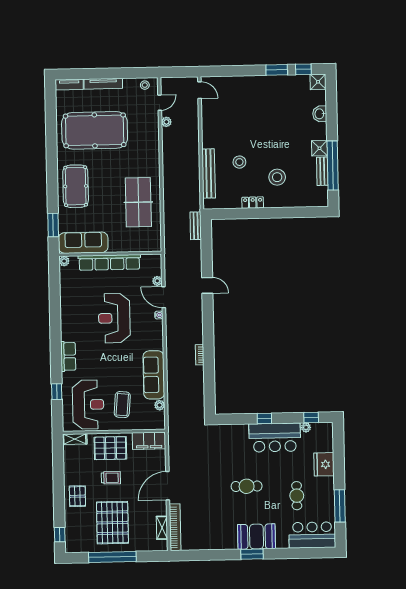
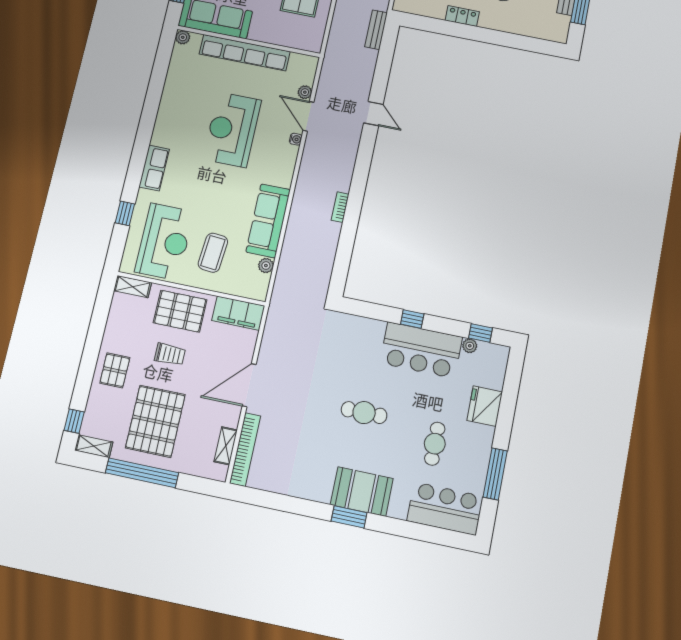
shelving: (77, 547) -> (94, 446), added

